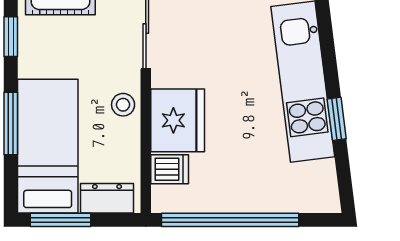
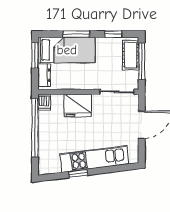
stool: (123, 105) -> (84, 82), removed
dishwasher: (170, 169) -> (44, 102), moved

